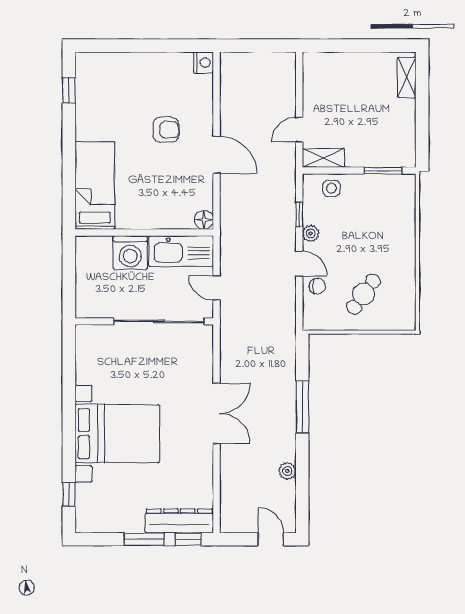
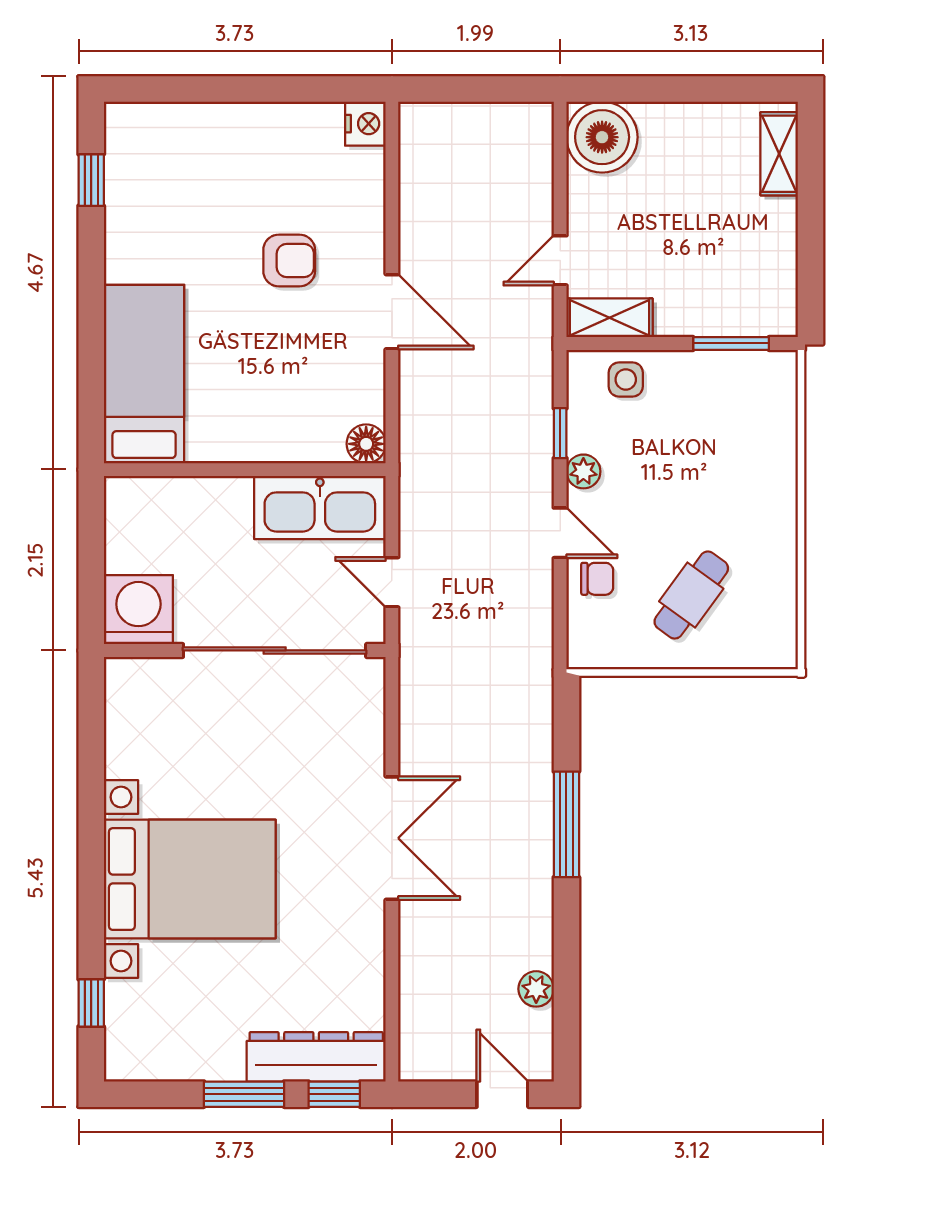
boiler: (320, 69) -> (602, 137), added
washing machine: (130, 253) -> (138, 610), moved, turned 180
plant: (287, 471) -> (536, 989), moved

